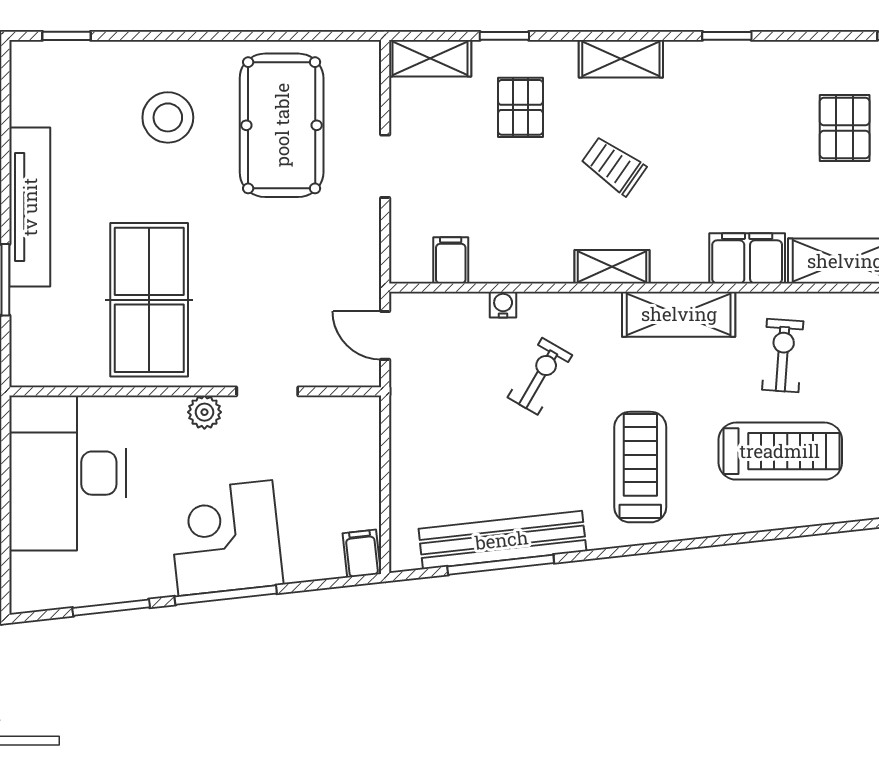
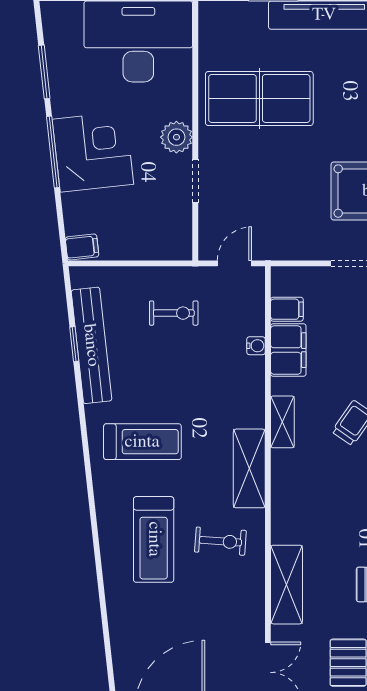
filing cabinet: (747, 258) -> (288, 350), moved
exercise bike: (540, 376) -> (174, 313), moved, turned -30
plant: (204, 412) -> (176, 137), width x1.38, depth x1.38
window: (501, 565) -> (74, 344), width x0.46

